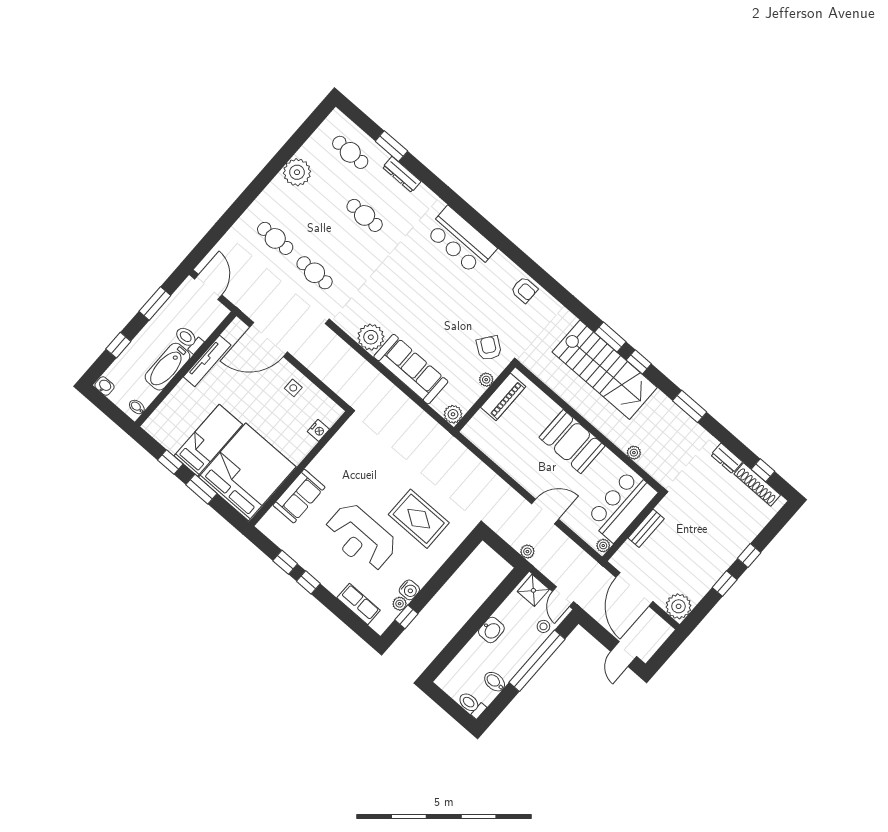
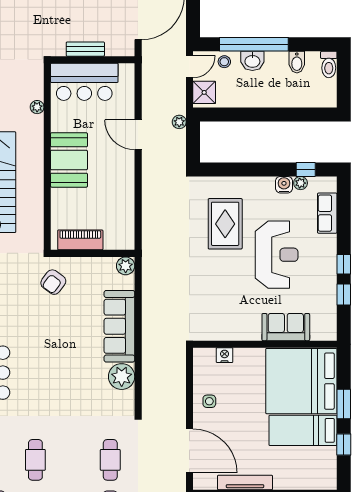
plant: (486, 380) -> (79, 264), removed
plant: (603, 546) -> (126, 70), removed
washbasin: (491, 630) -> (252, 61), moved, turned 180

